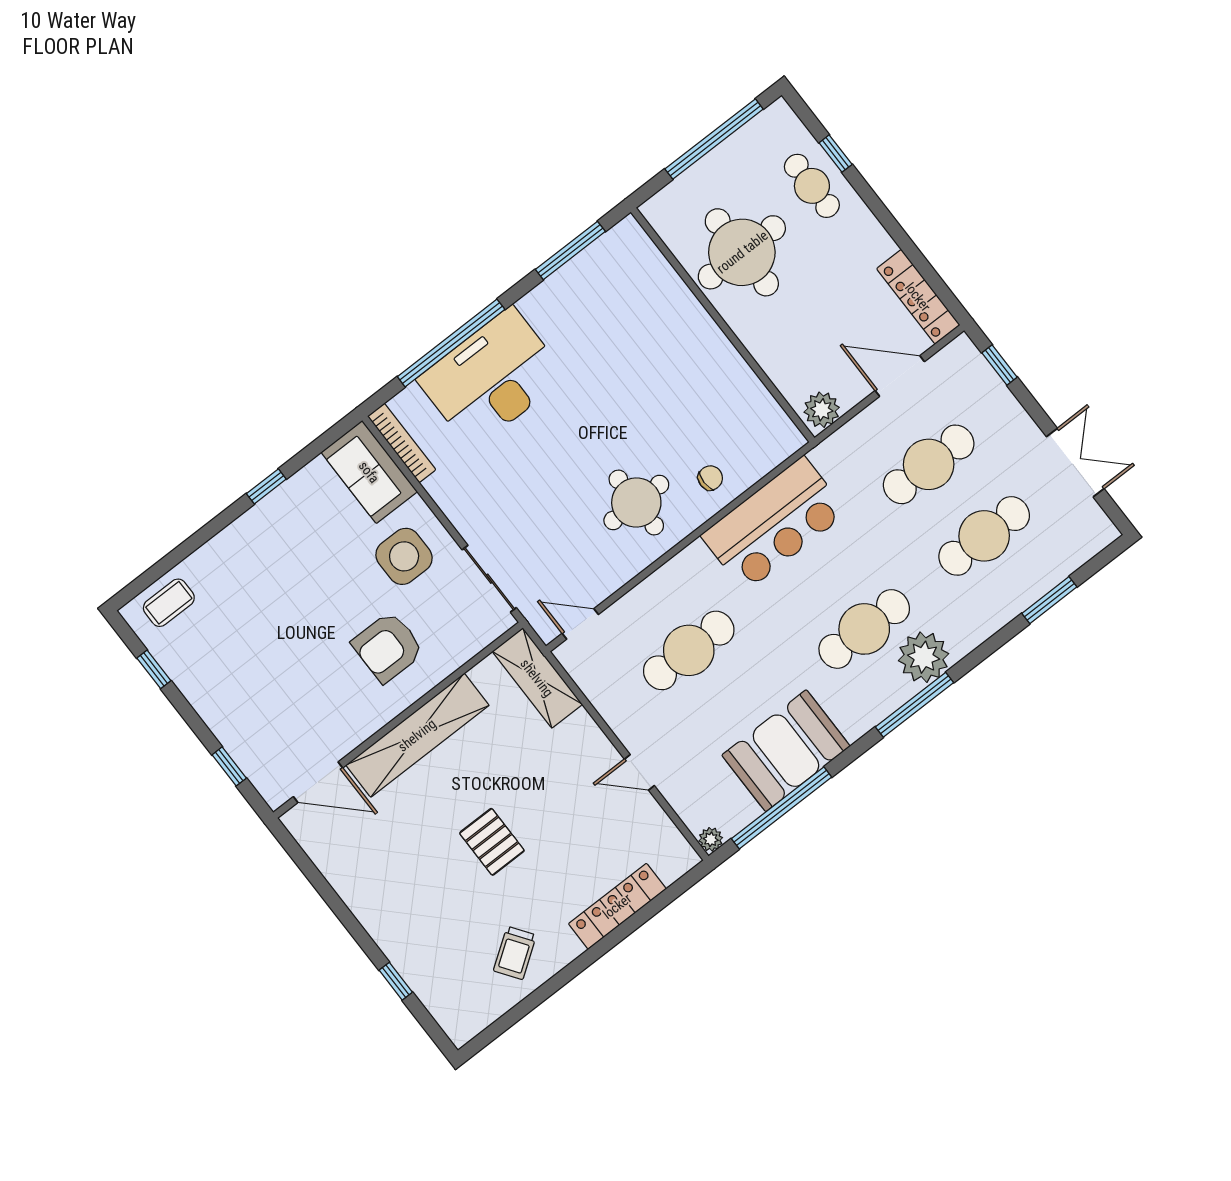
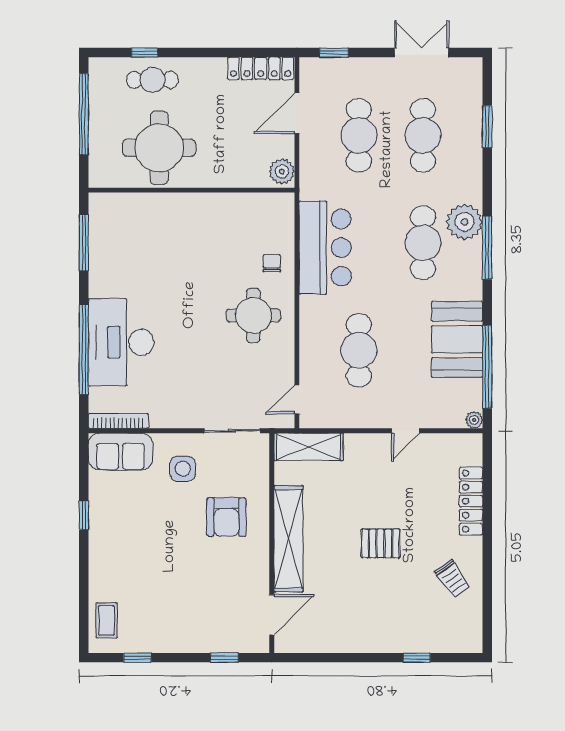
side table: (404, 556) -> (183, 469), width x0.73, depth x0.73

